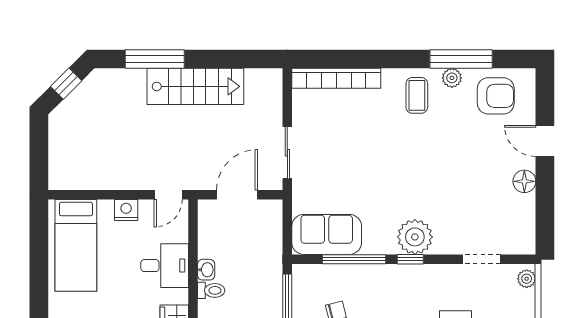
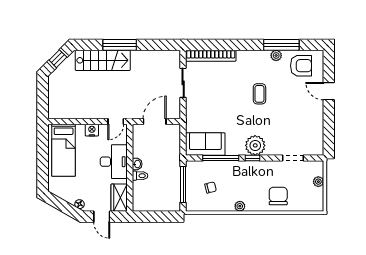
window: (155, 59) -> (120, 45), moved
stairs: (195, 86) -> (103, 60), moved
coffee table: (417, 95) -> (259, 94), moved
sliding door: (287, 153) -> (183, 83), moved
floor lamp: (524, 181) -> (317, 114), removed
desk: (165, 266) -> (114, 162), width x1.37
plant: (527, 279) -> (318, 182), moved

